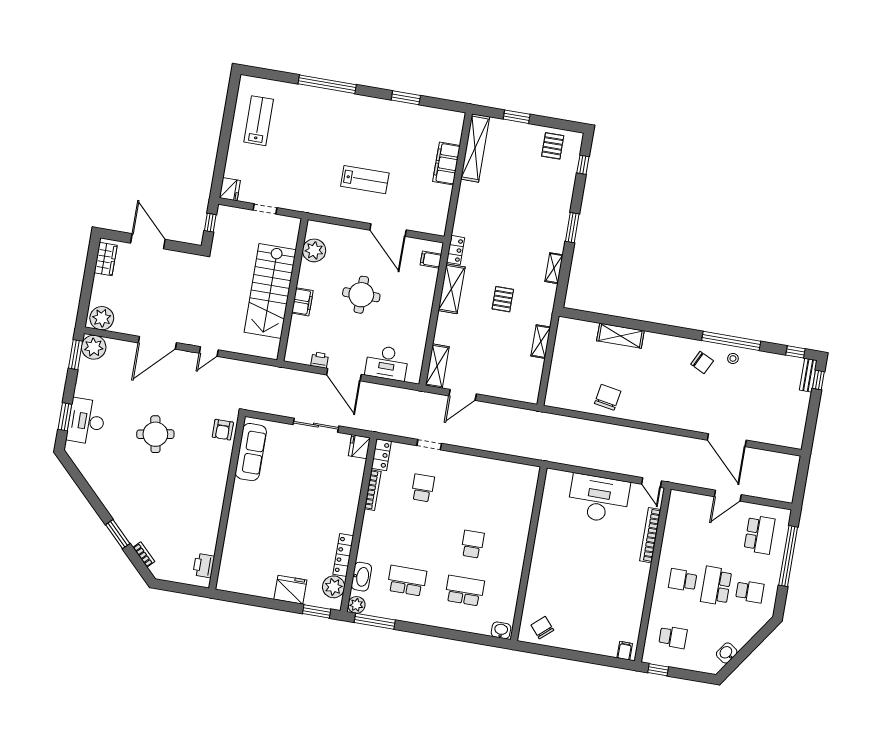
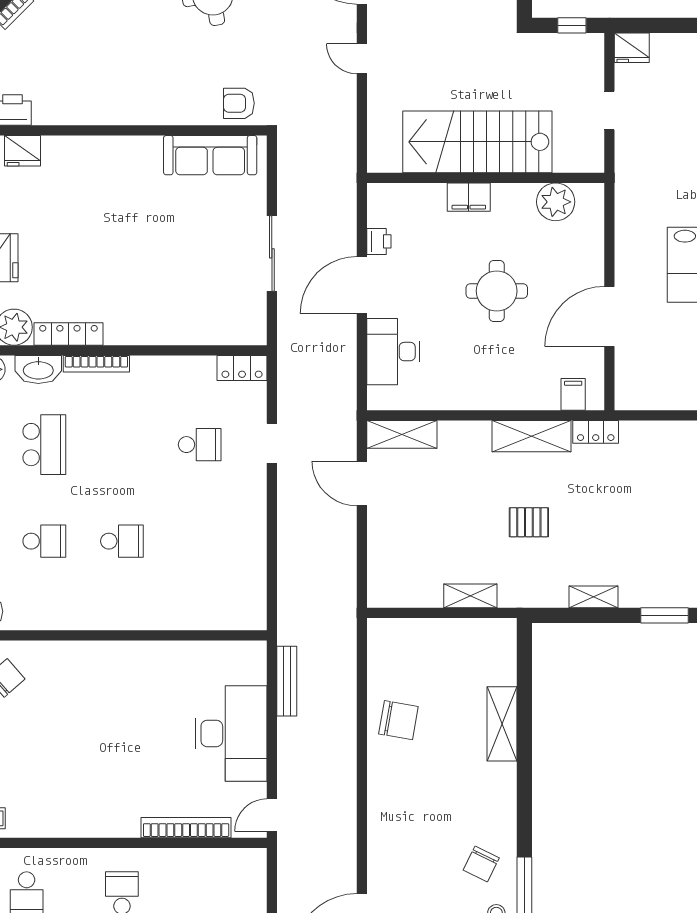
fridge: (359, 447) -> (22, 151), moved, turned 180
bench: (573, 460) -> (287, 681), added
bookcase: (373, 490) -> (96, 364), moved
school desk: (465, 591) -> (44, 541), width x0.54

